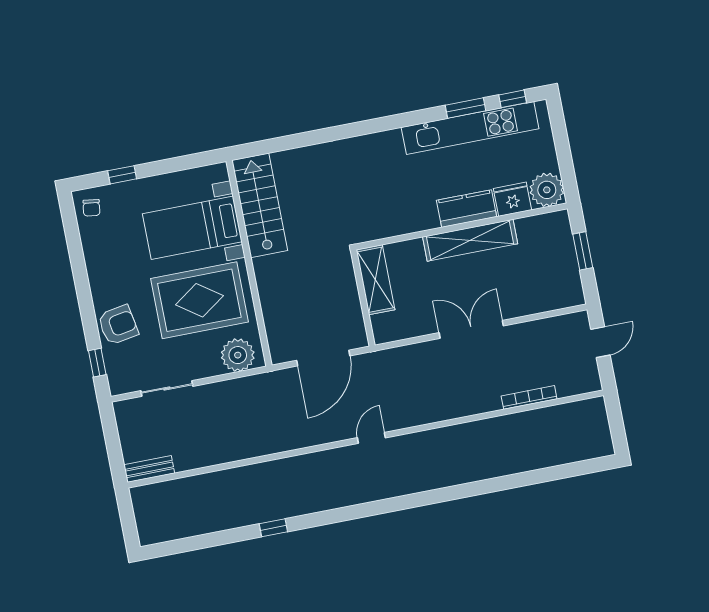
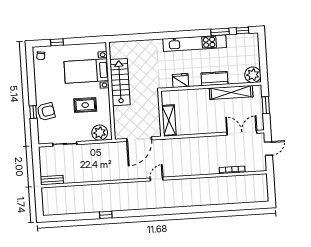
kitchen unit: (470, 128) -> (195, 43), moved
fridge: (512, 199) -> (181, 81), moved
stairs: (260, 205) -> (120, 82), moved
shelving: (470, 240) -> (231, 92), moved
shelving: (375, 280) -> (169, 121), moved
rug: (199, 300) -> (85, 105), width x0.54, depth x0.49
double door: (471, 329) -> (242, 133), moved
window: (97, 363) -> (33, 112), moved

